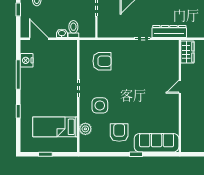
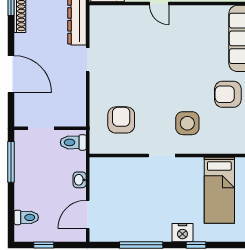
toilet: (73, 29) -> (73, 142), moved
nightstand: (27, 60) -> (182, 233), moved
plant: (85, 129) -> (222, 145), removed

